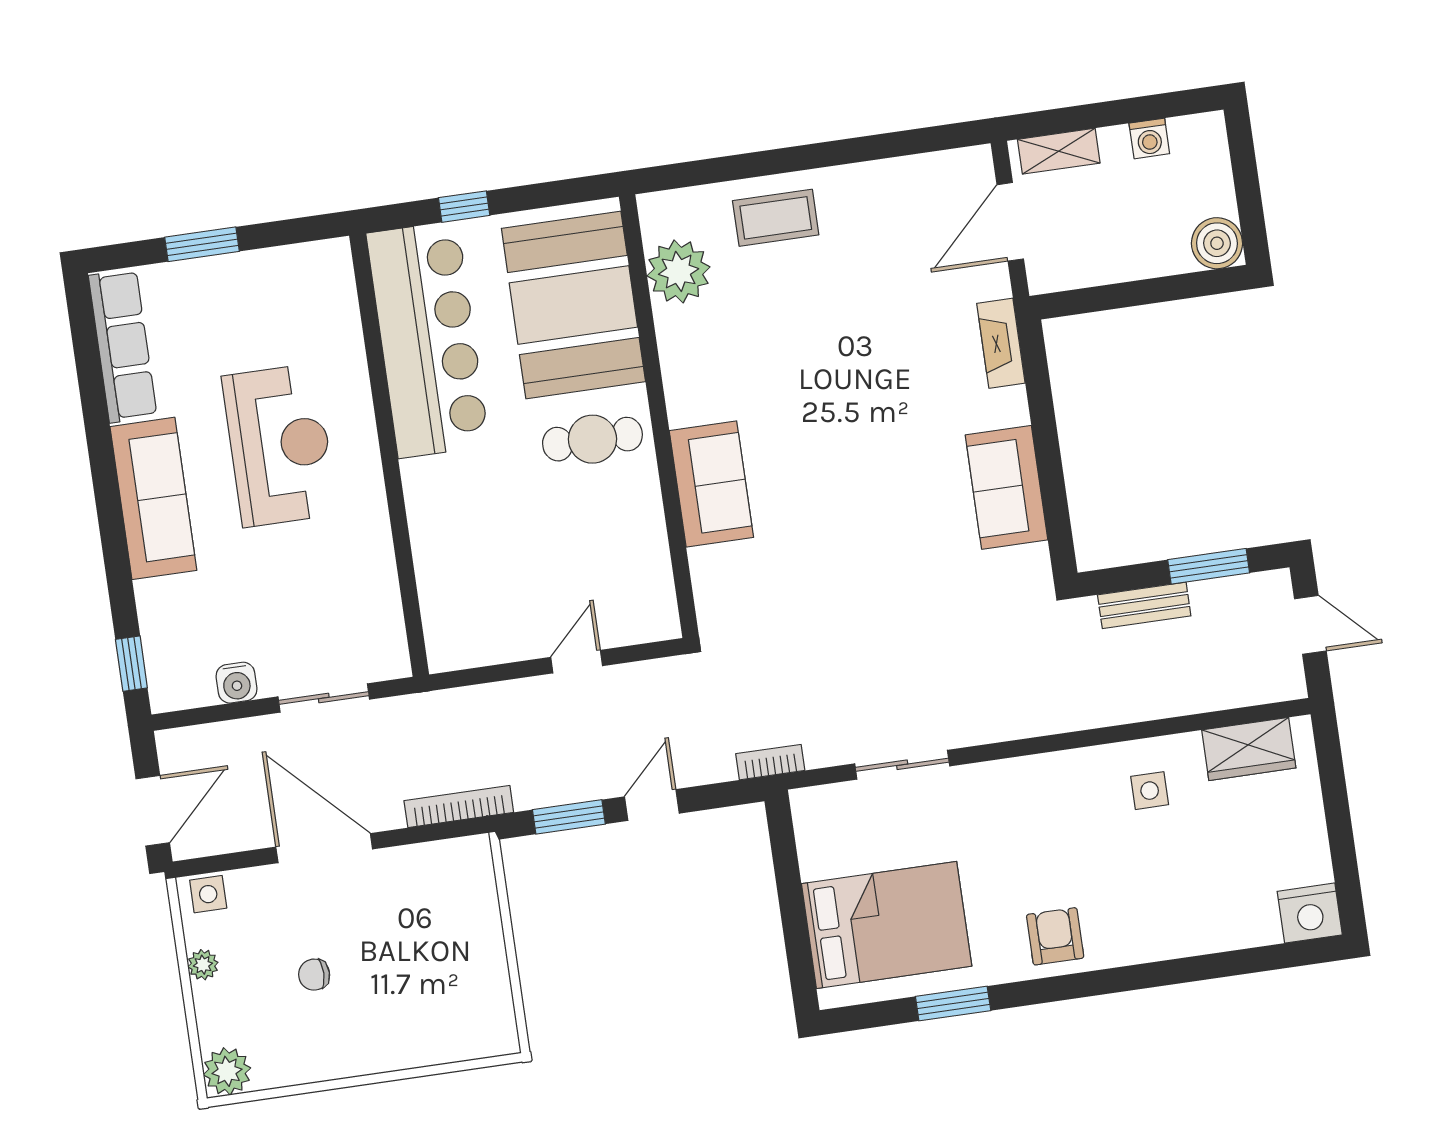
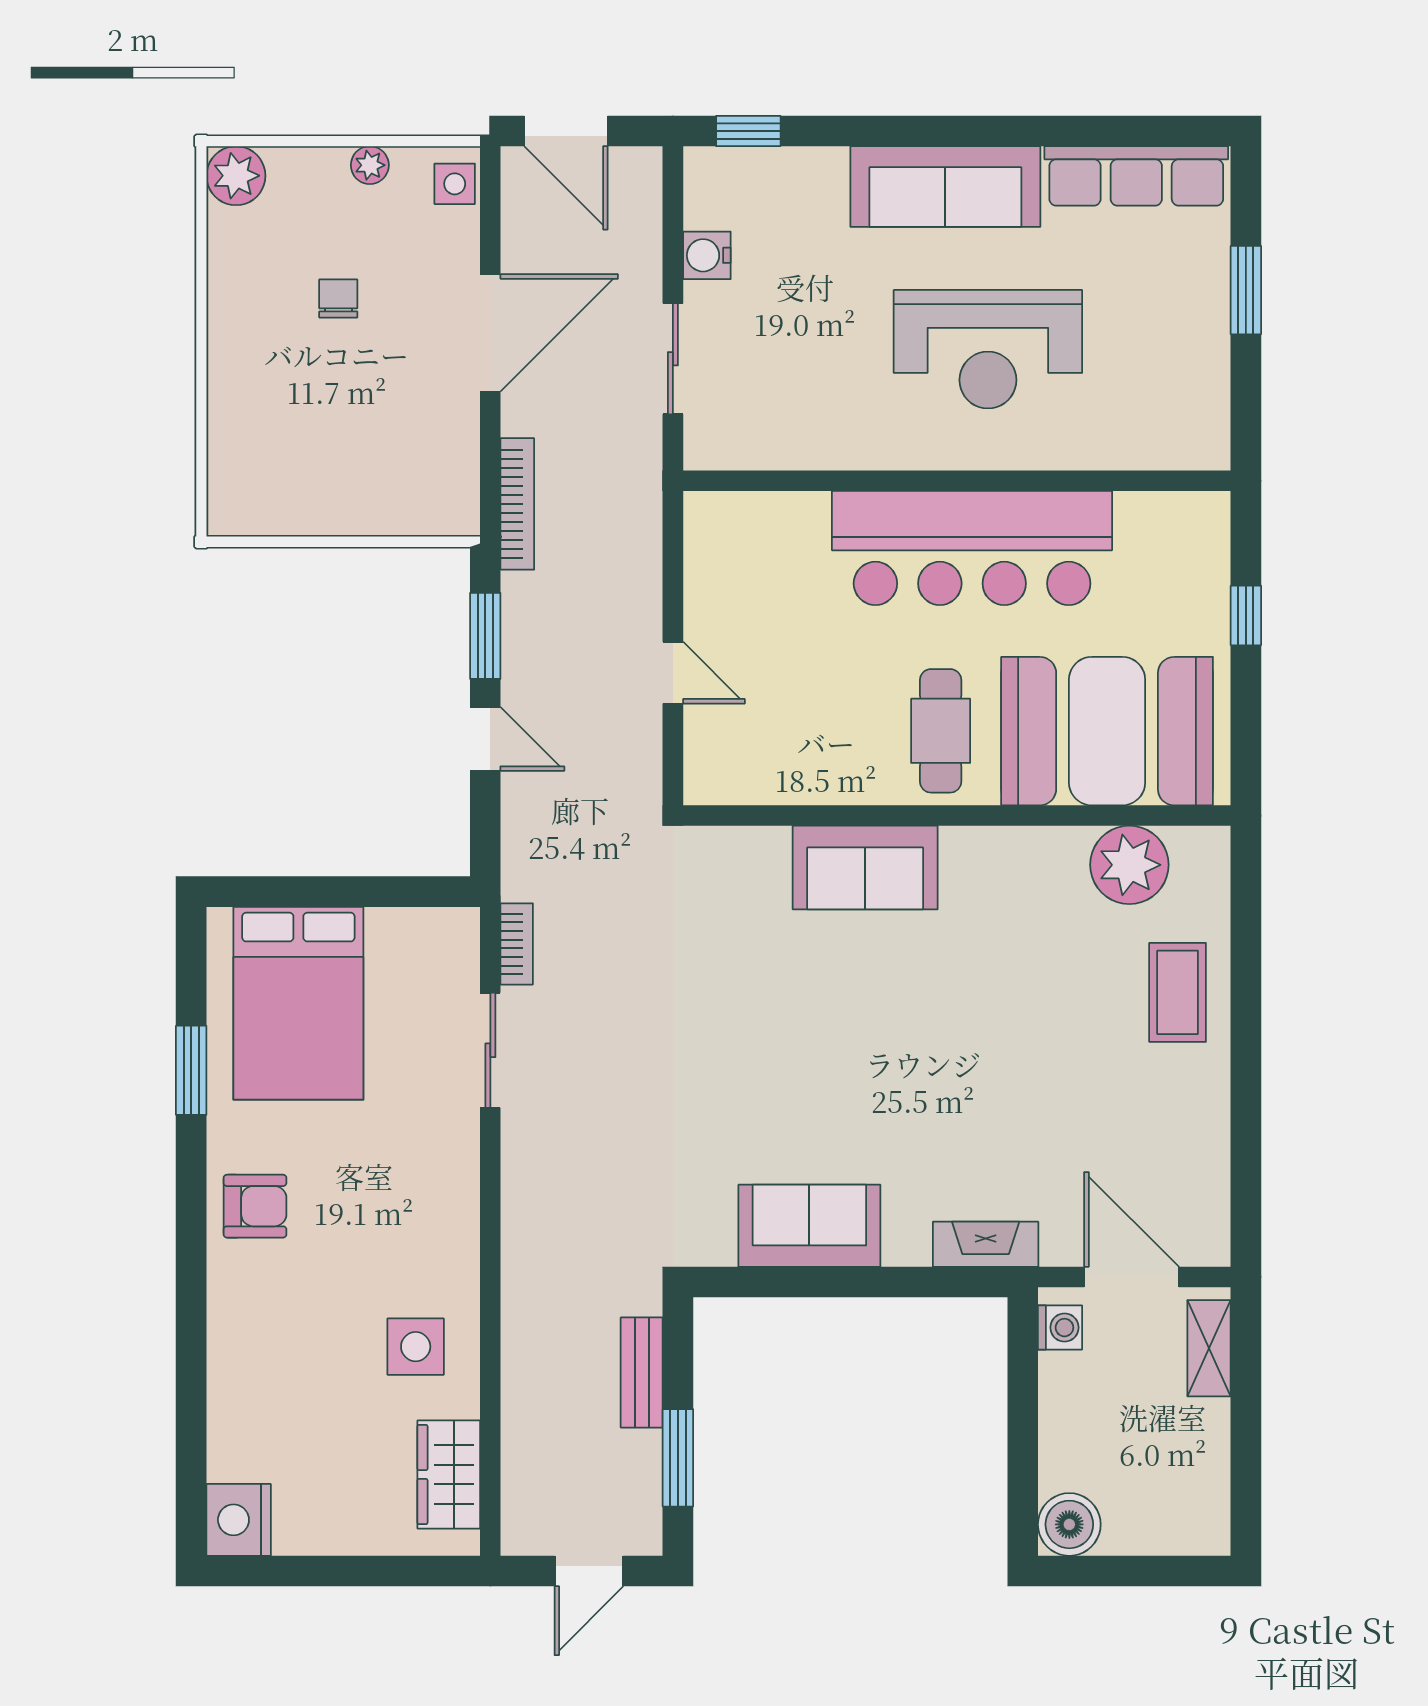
washing machine: (1149, 138) -> (1060, 1328), moved, turned 180
bar counter: (428, 339) -> (972, 548), moved
bookcase: (770, 762) -> (517, 944), moved
side table: (1150, 791) -> (416, 1347), width x1.37, depth x1.37

